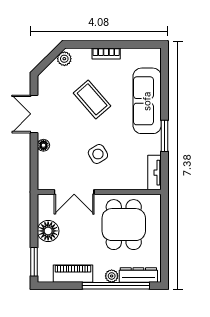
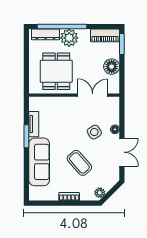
side table: (98, 154) -> (94, 132), moved
tv unit: (154, 173) -> (34, 124), moved
piano: (73, 274) -> (105, 35), moved
plant: (112, 276) -> (69, 38), width x1.87, depth x1.87

